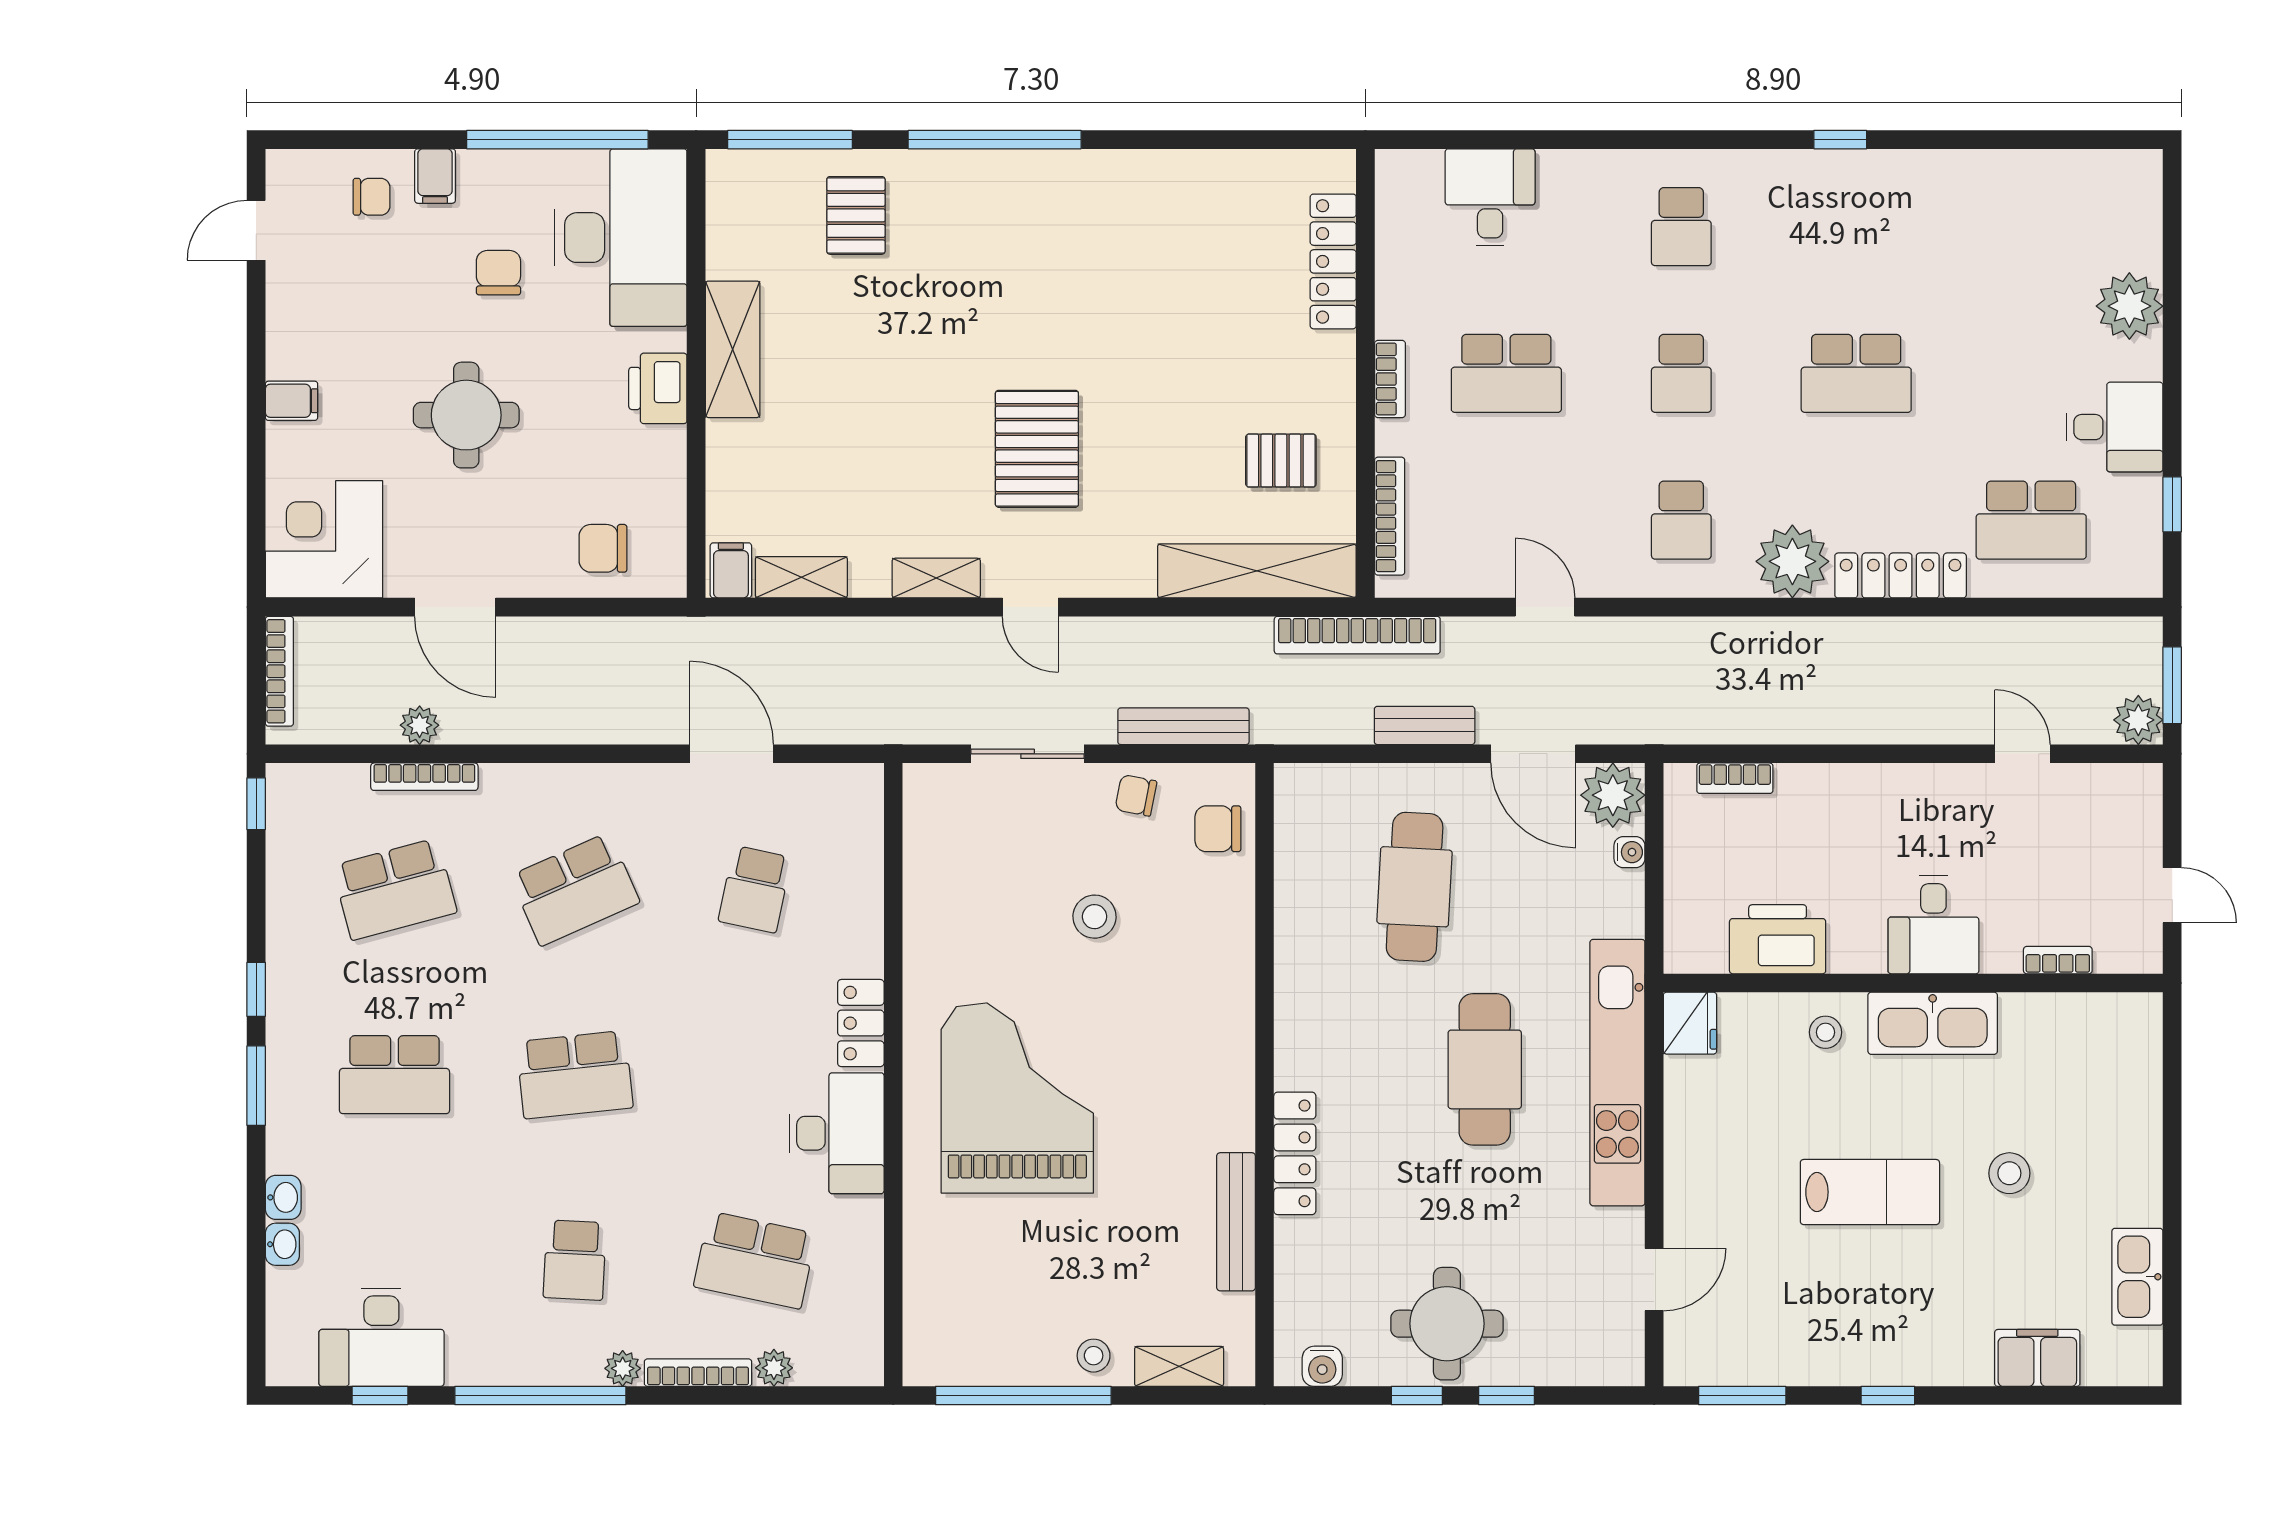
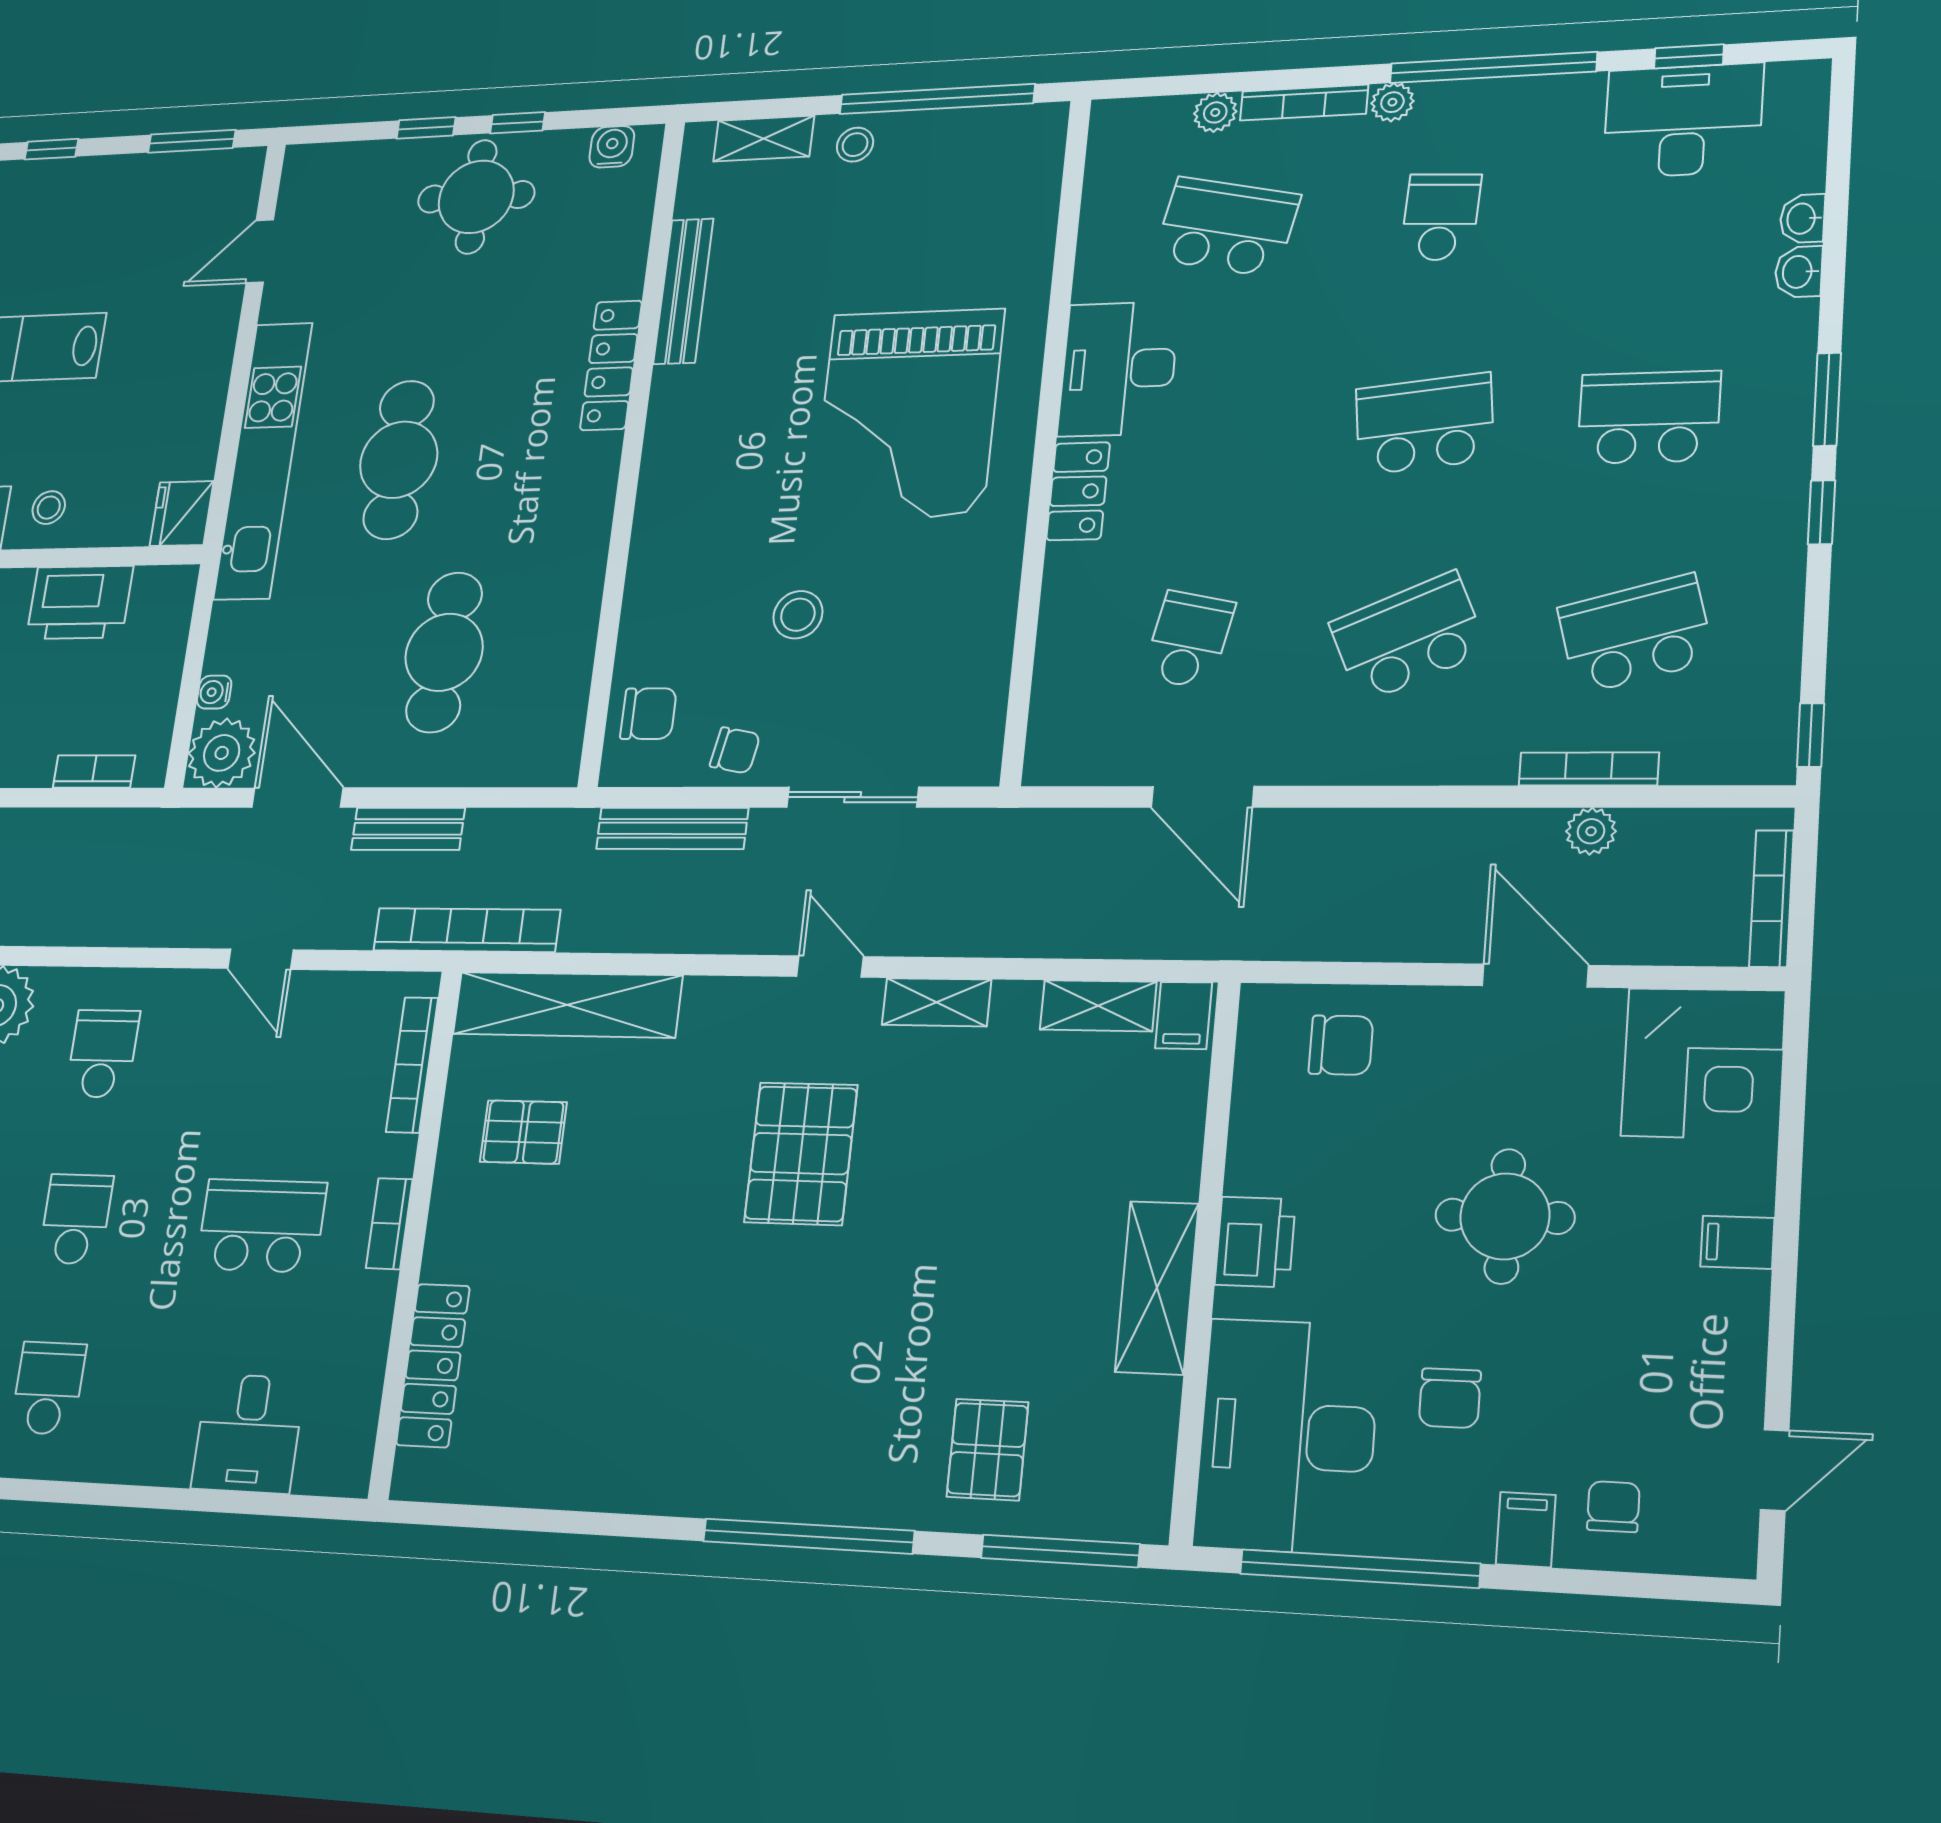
chair: (372, 197) -> (1613, 1507), turned 90

